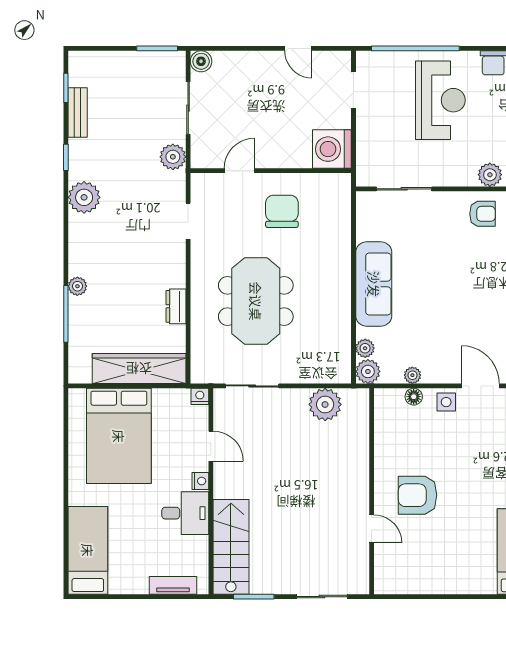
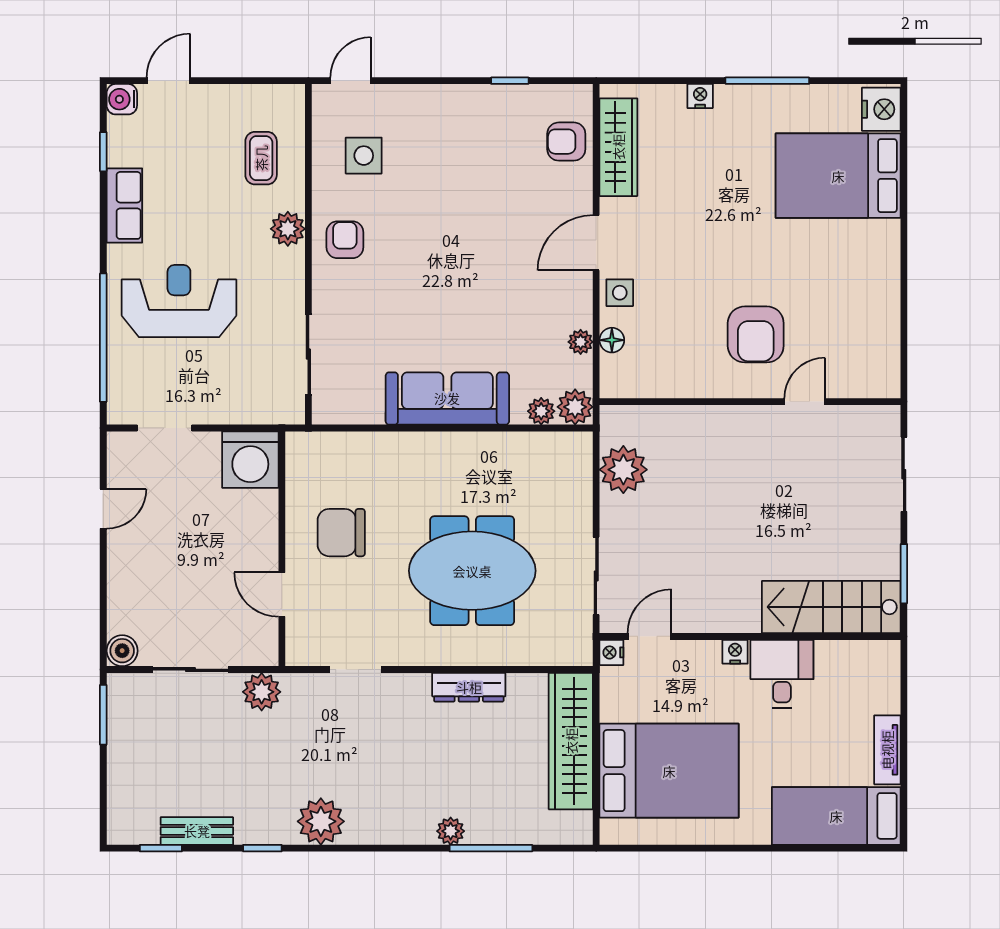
dresser: (176, 306) -> (469, 687), width x1.44
door: (211, 446) -> (649, 636), moved
tv unit: (173, 585) -> (887, 750), moved

